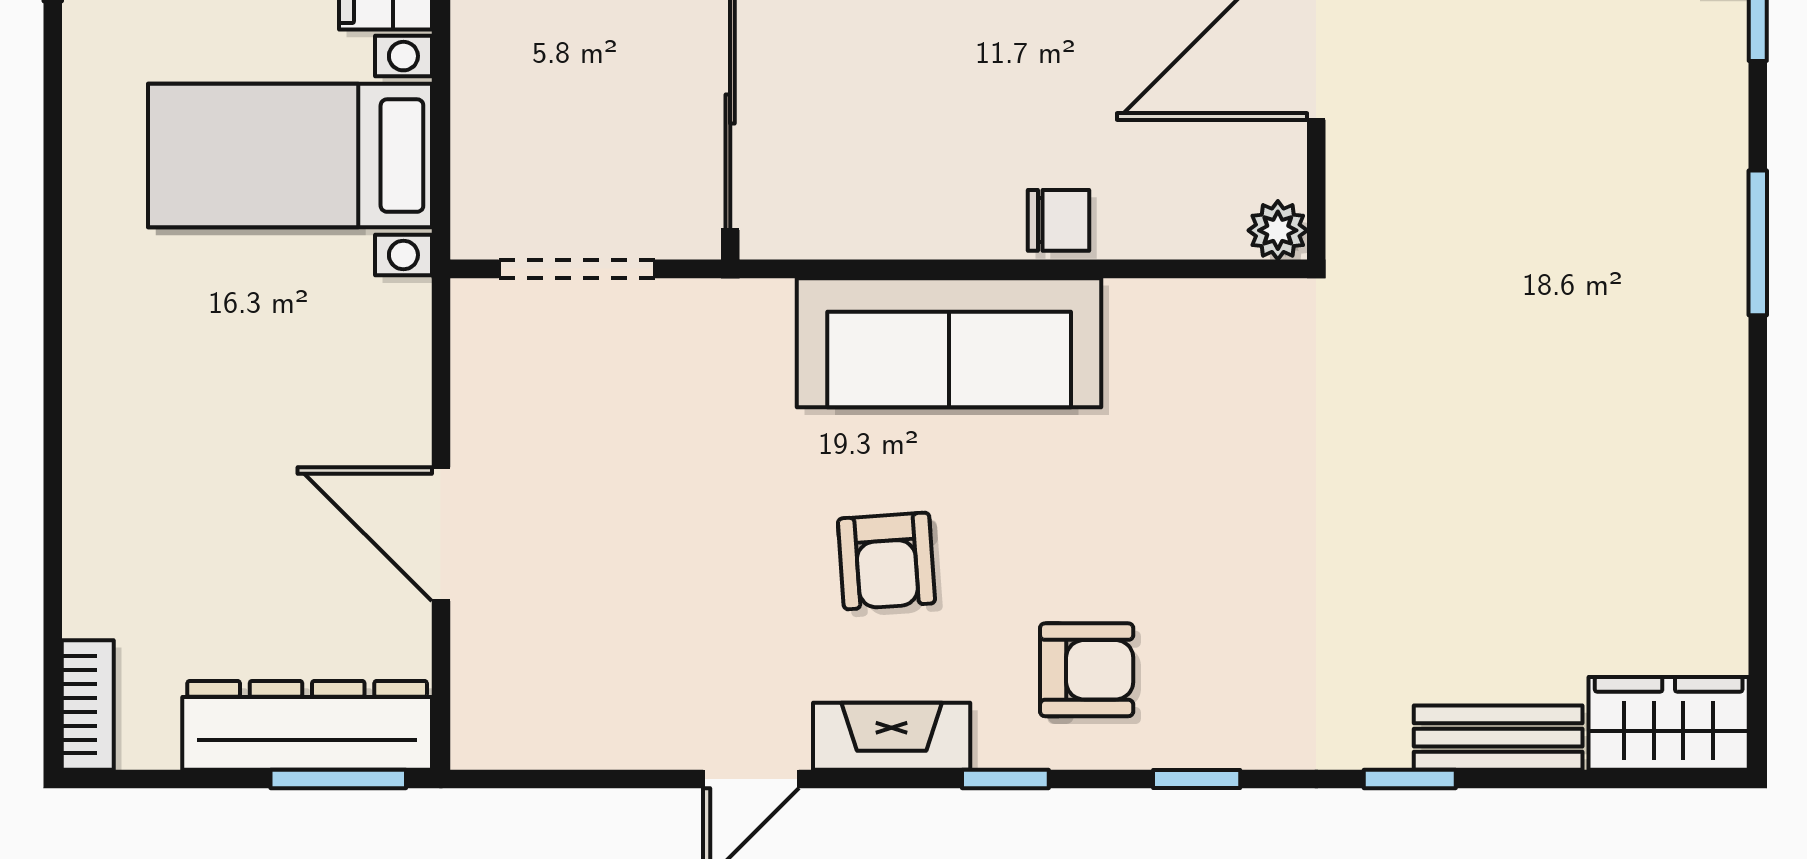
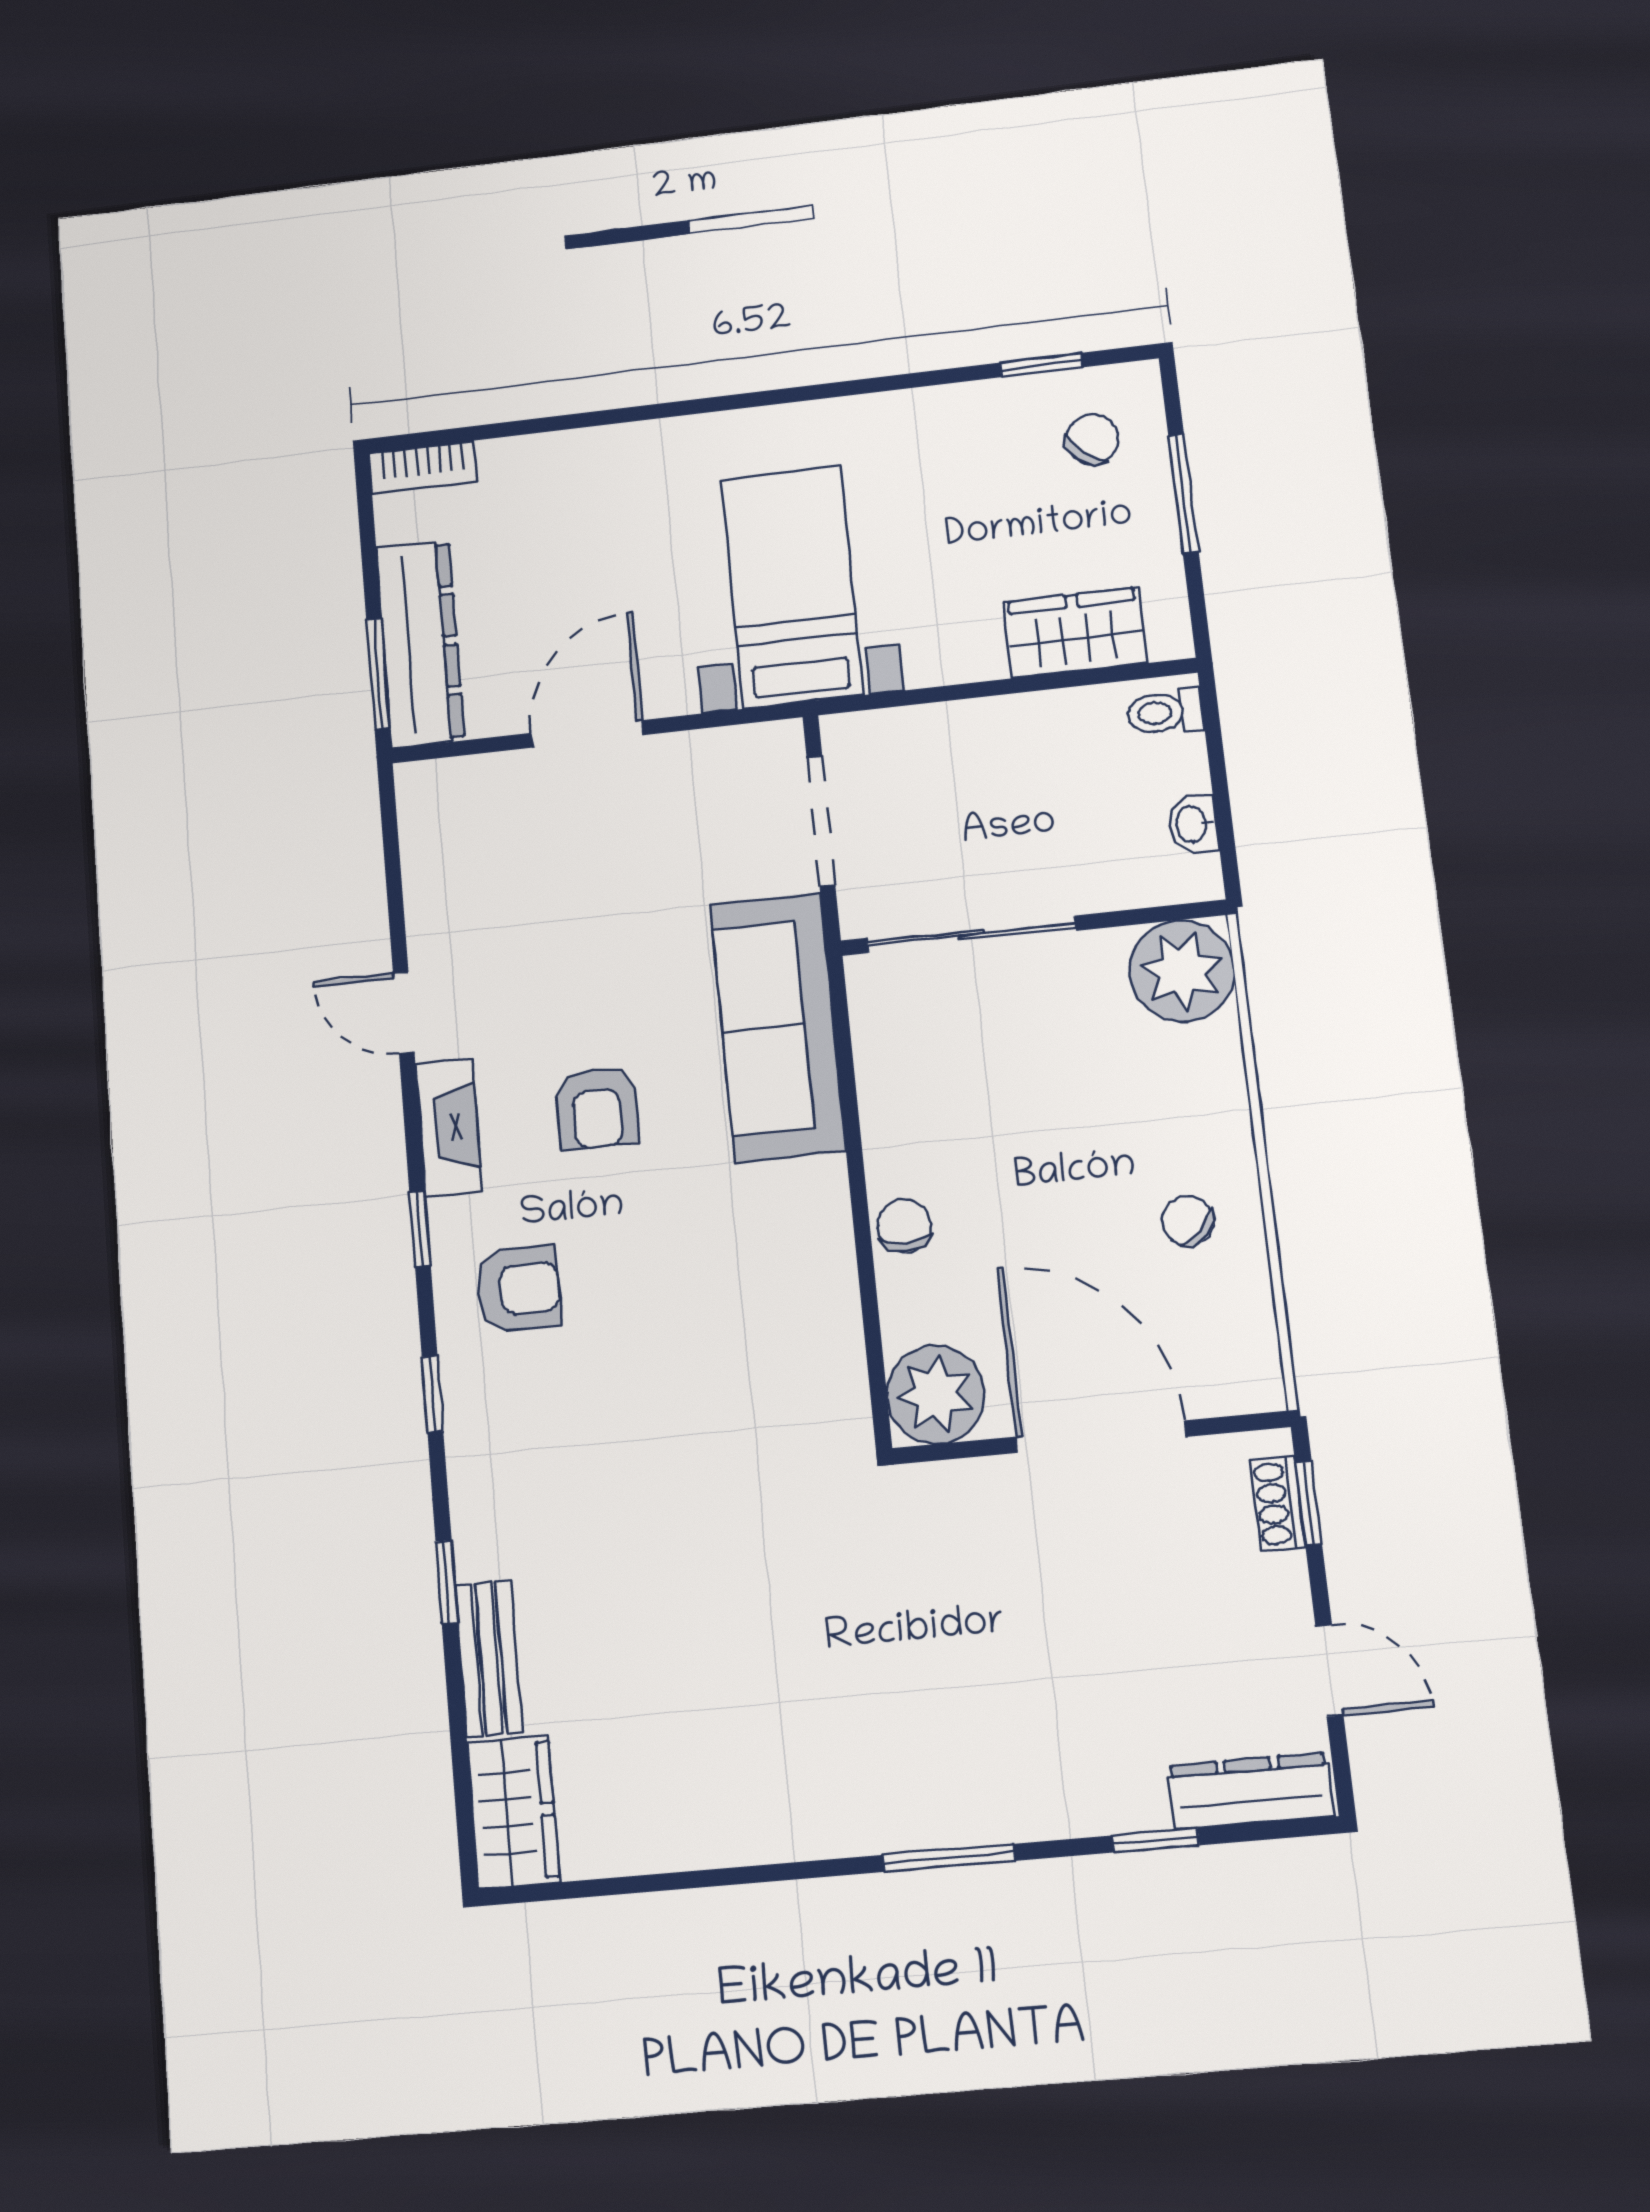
bed with nightstands: (290, 156) -> (792, 587), moved
chair: (1059, 220) -> (904, 1226), turned 180
plant: (1278, 230) -> (936, 1395), width x1.88, depth x1.88
sofa: (949, 343) -> (778, 1027), moved
armchair: (886, 561) -> (597, 1108), turned -86
armchair: (1087, 670) -> (518, 1289), turned -90

